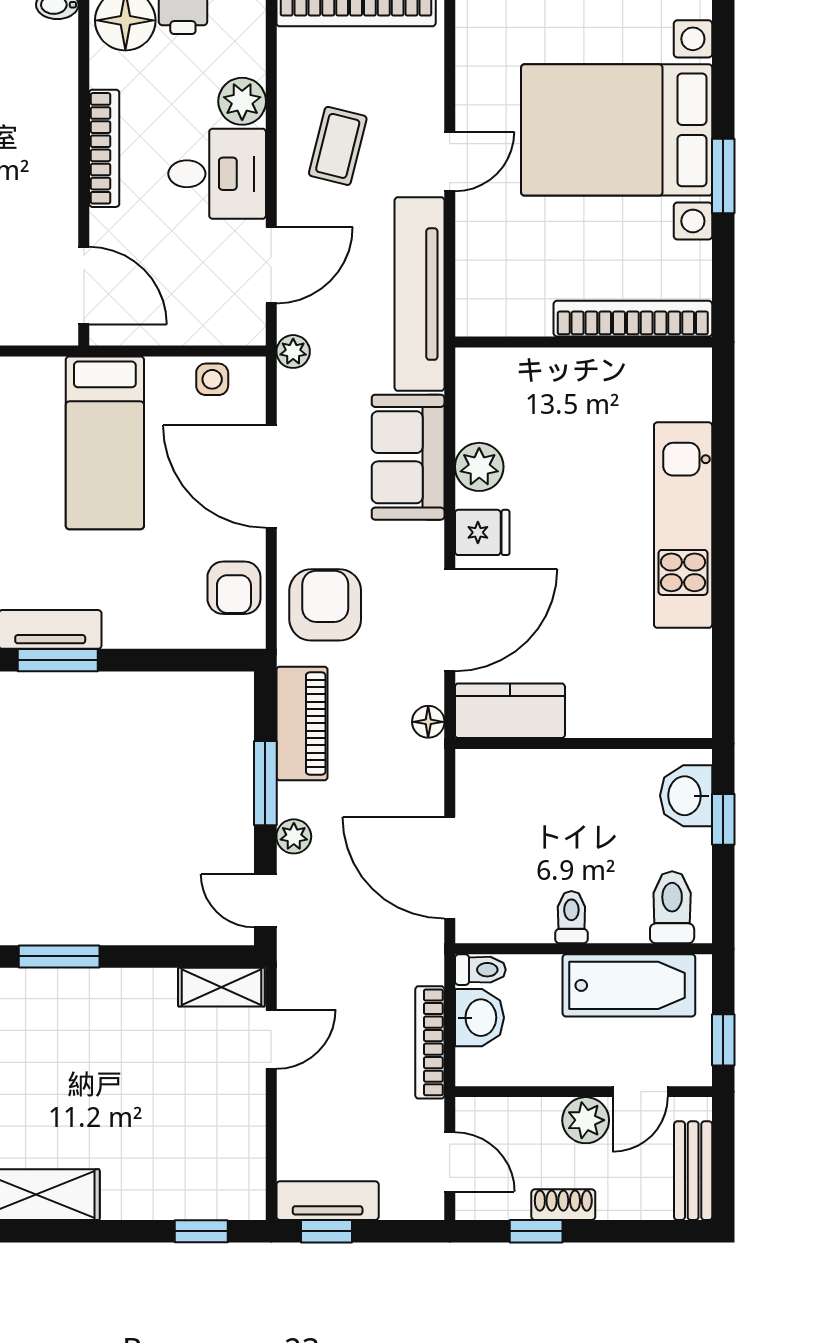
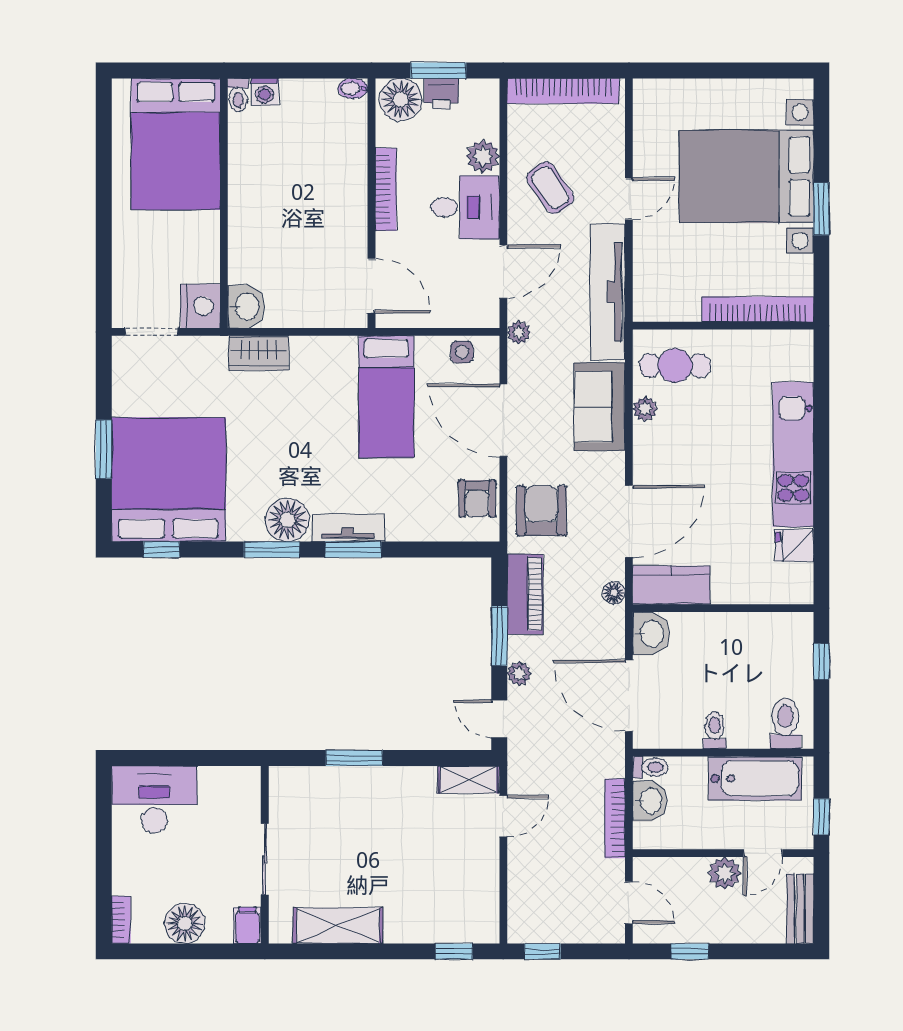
coffee table: (338, 146) -> (550, 188), turned -49
cafe table: (515, 399) -> (675, 366), added
plant: (479, 467) -> (645, 409), width x0.73, depth x0.73
fridge: (482, 532) -> (794, 545), moved, turned 180
washbasin: (686, 796) -> (651, 634), moved, turned 180
tv unit: (328, 1201) -> (543, 930), removed
shoe rack: (563, 1205) -> (709, 933), removed

